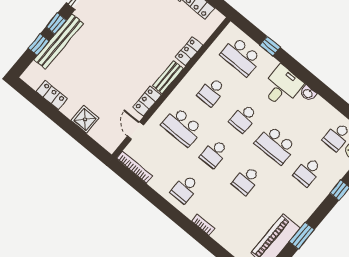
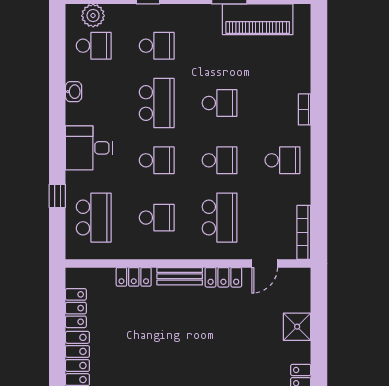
washbasin: (308, 93) -> (74, 92), moved

